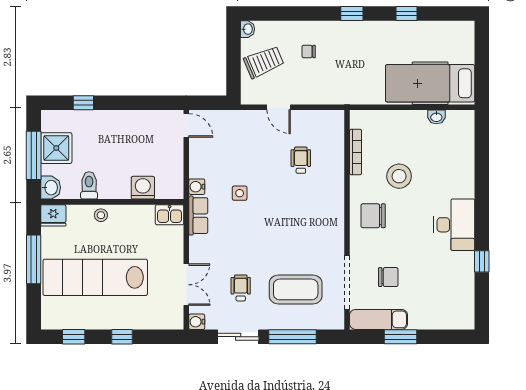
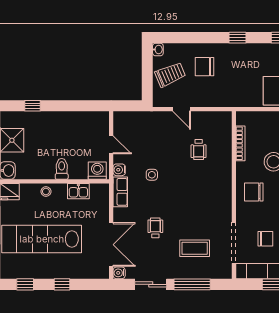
chair: (309, 52) -> (204, 67), width x1.87, depth x1.87
door: (186, 125) -> (111, 145), moved
wheelchair: (301, 160) -> (199, 150), turned 180
toilet: (89, 185) -> (62, 169), moved
washing machine: (143, 188) -> (97, 171), moved
kitchen sink: (170, 215) -> (78, 191), moved
double door: (186, 285) -> (111, 245), width x1.37
wheelchair: (241, 288) -> (155, 228), moved
coffee table: (296, 289) -> (195, 248), width x0.73, depth x0.76

